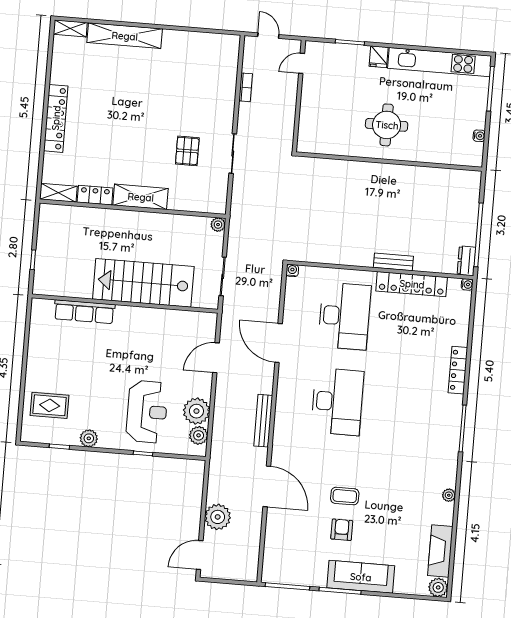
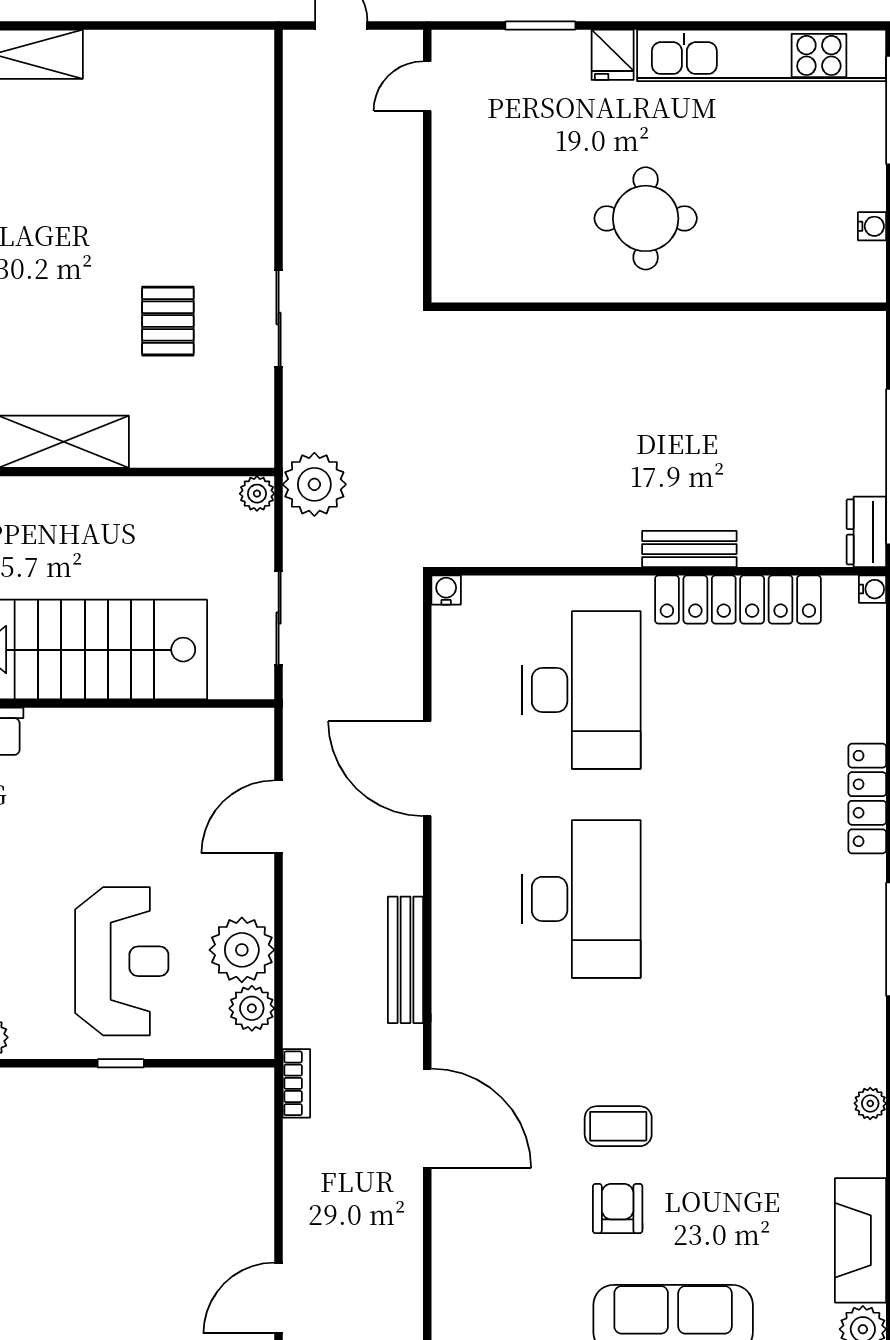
bookcase: (246, 87) -> (296, 1083), moved
plant: (218, 517) -> (314, 484), moved

